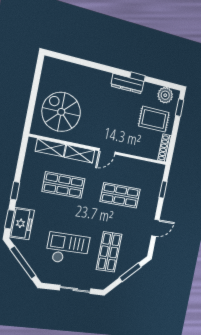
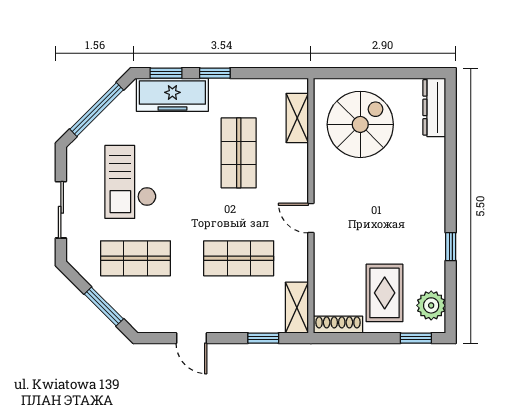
dresser: (127, 84) -> (434, 107), moved
shelving: (80, 154) -> (297, 308), moved
shop shelf: (120, 195) -> (239, 258), turned 90
freezer: (22, 224) -> (172, 95), width x1.40
checkout: (68, 249) -> (131, 182), turned 180

